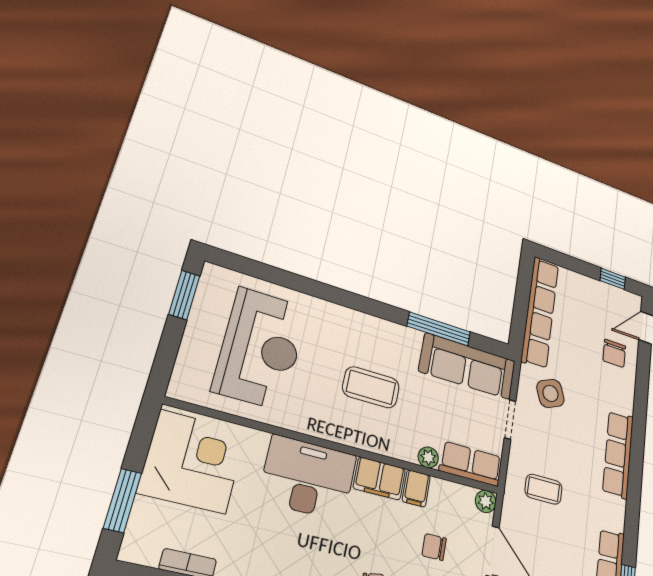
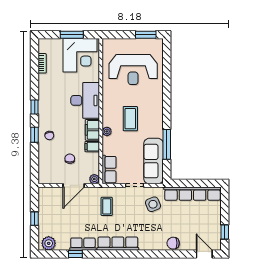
chair: (614, 353) -> (173, 243), moved
row of seats: (618, 454) -> (118, 244), moved
plant: (428, 457) -> (107, 131), moved
window: (123, 500) -> (72, 35), moved

